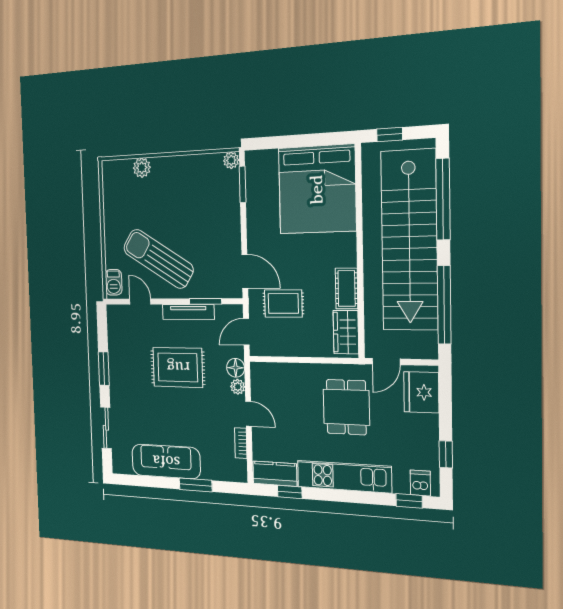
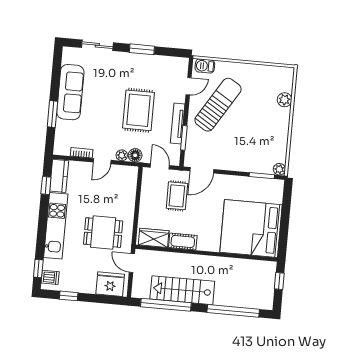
stairs: (409, 240) -> (182, 290), width x0.54, depth x0.66

